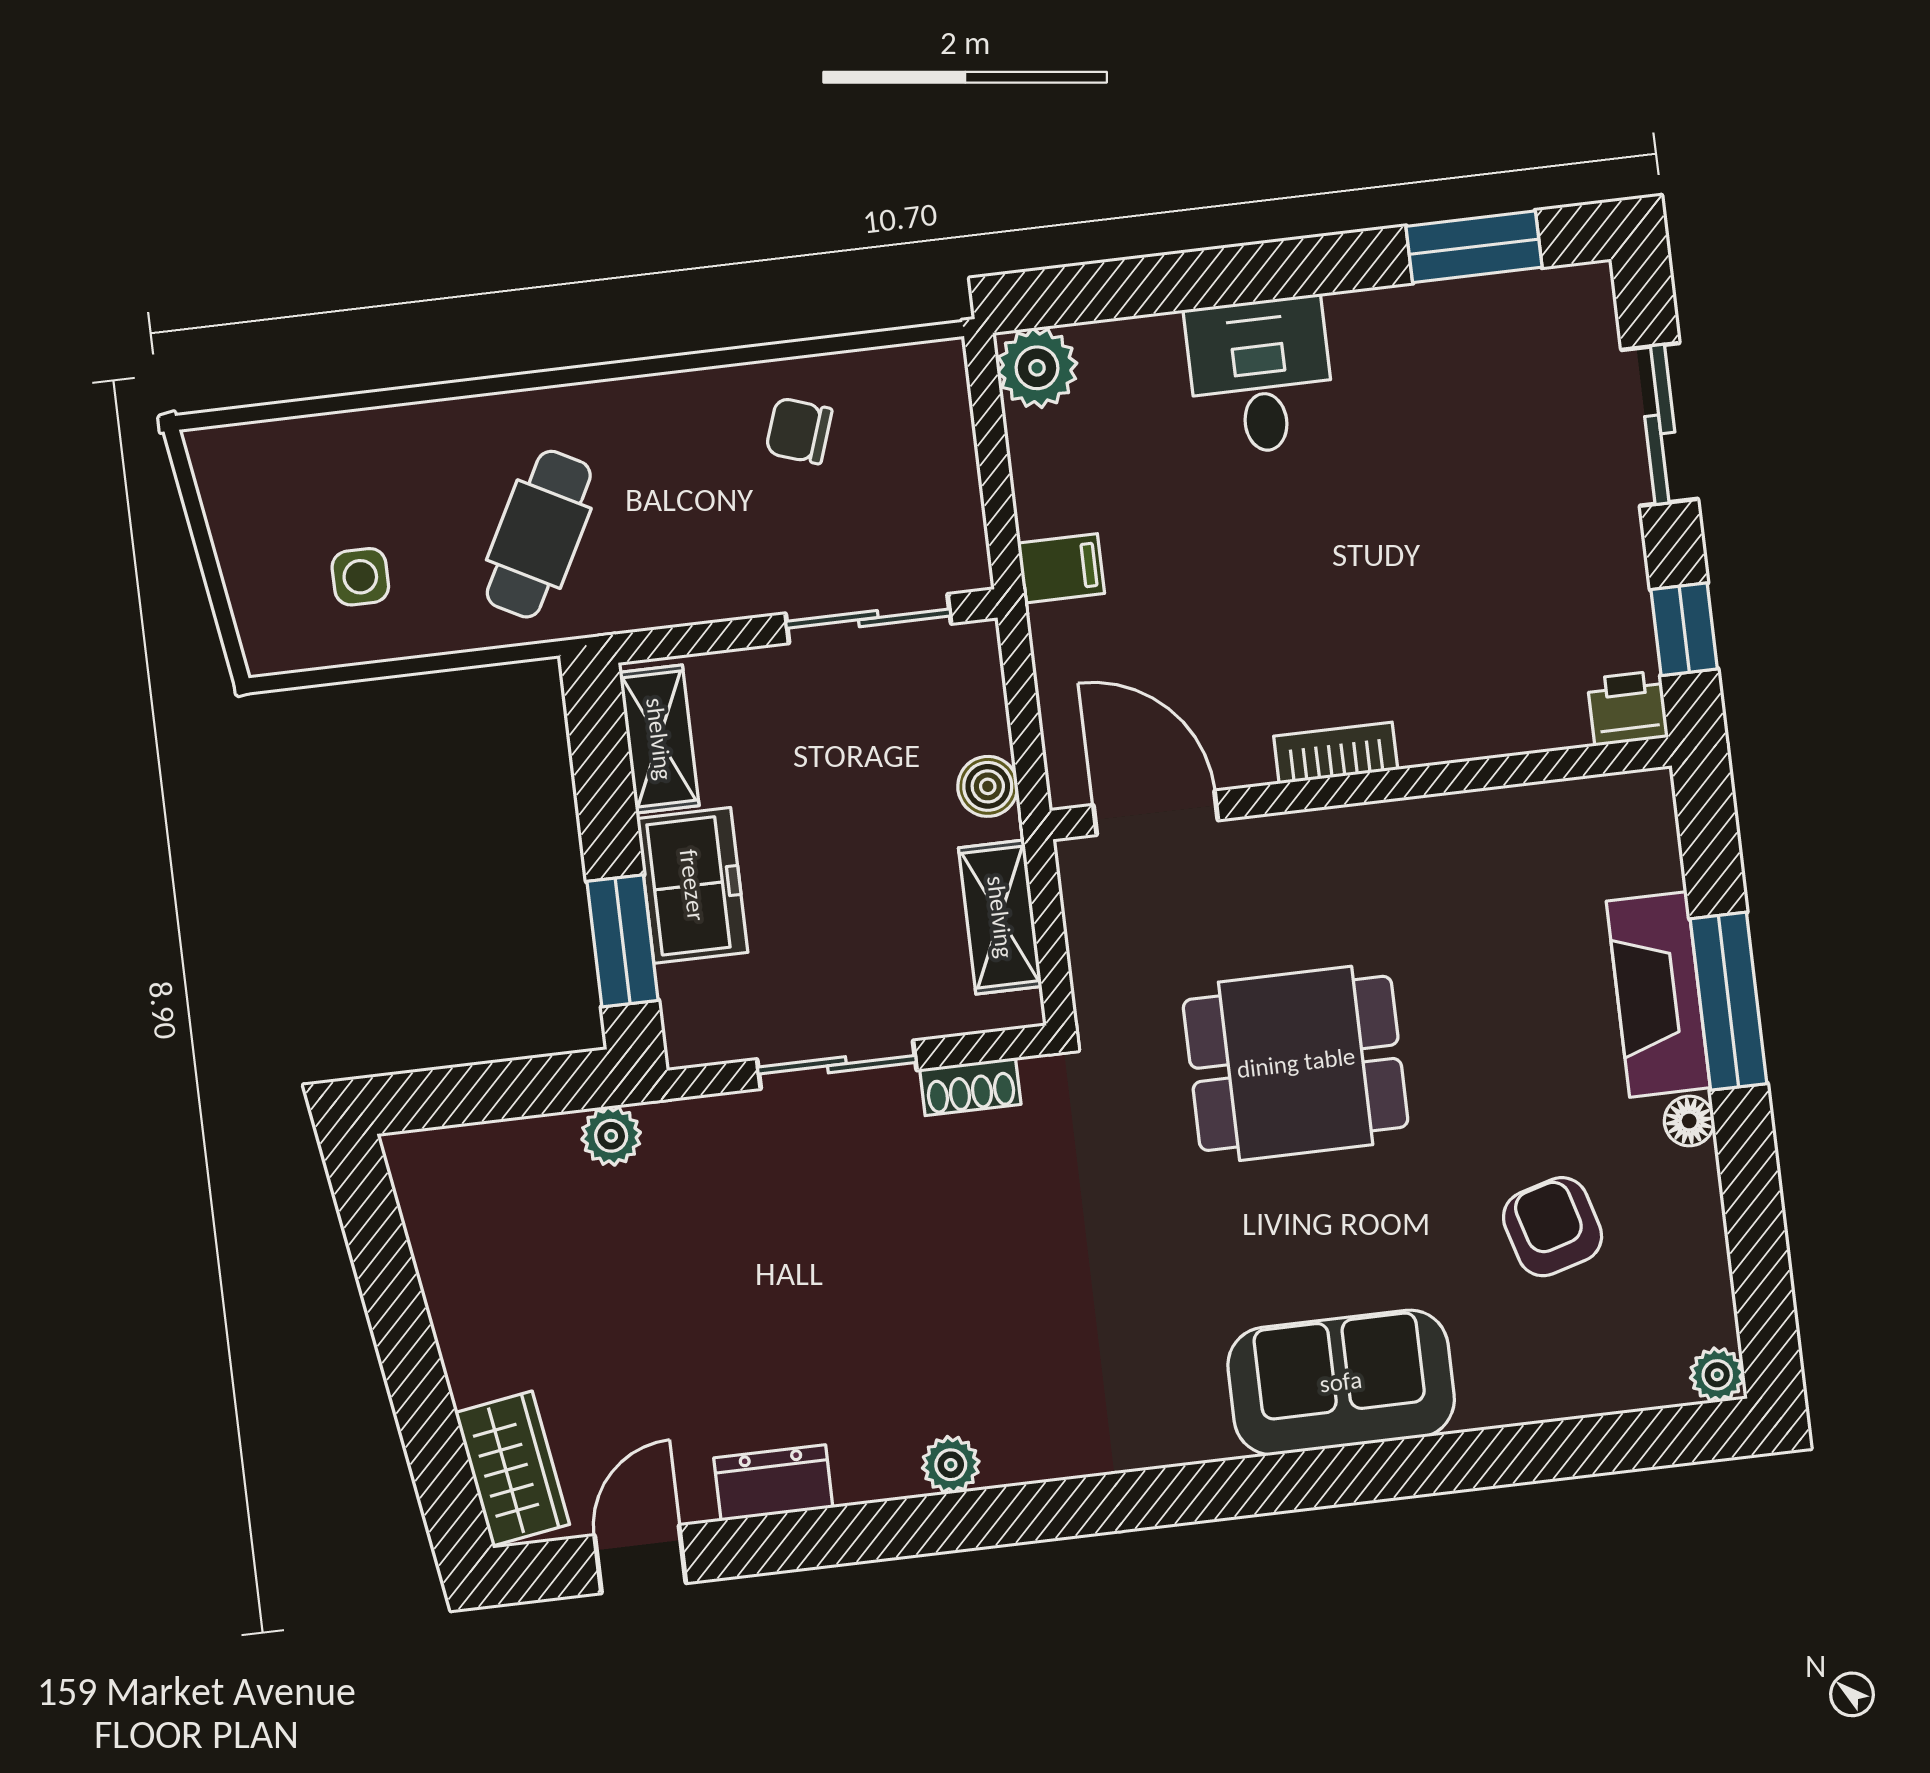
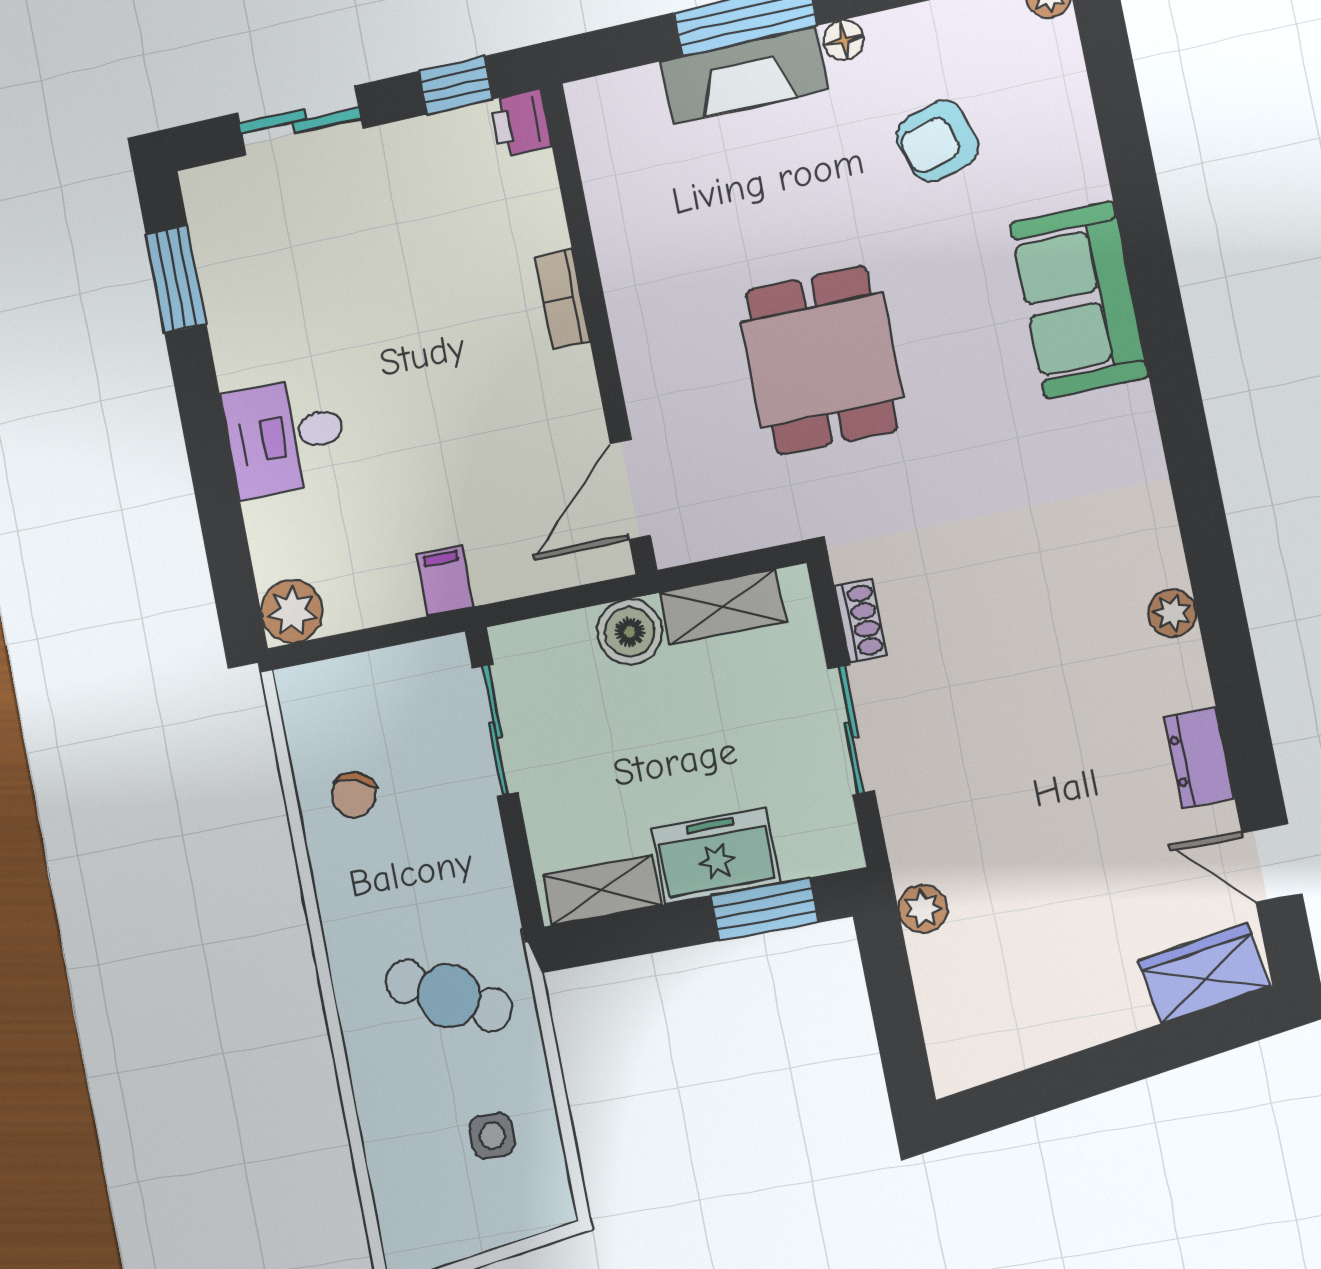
bookcase: (1336, 753) -> (563, 299), moved
boiler: (988, 786) -> (630, 632), width x1.36, depth x1.36

